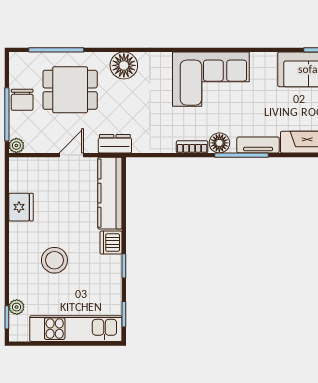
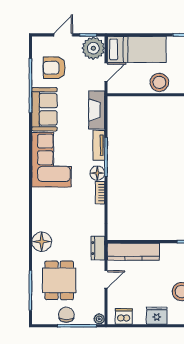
corner sofa: (211, 79) -> (51, 160), moved
chair: (22, 100) -> (66, 315), turned -90
door: (71, 155) -> (106, 279), swing flipped
fridge: (21, 207) -> (157, 316), moved
dishwasher: (111, 243) -> (124, 316), moved, turned 180

